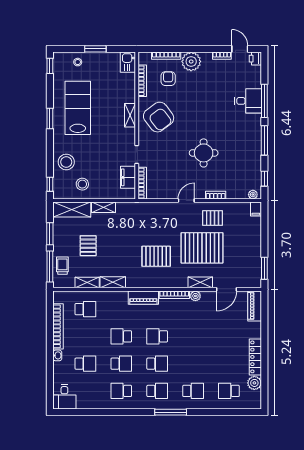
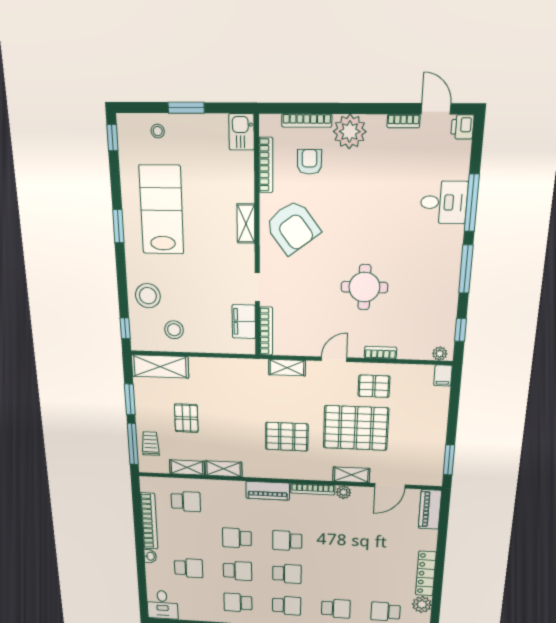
shelving: (104, 207) -> (287, 368), moved

